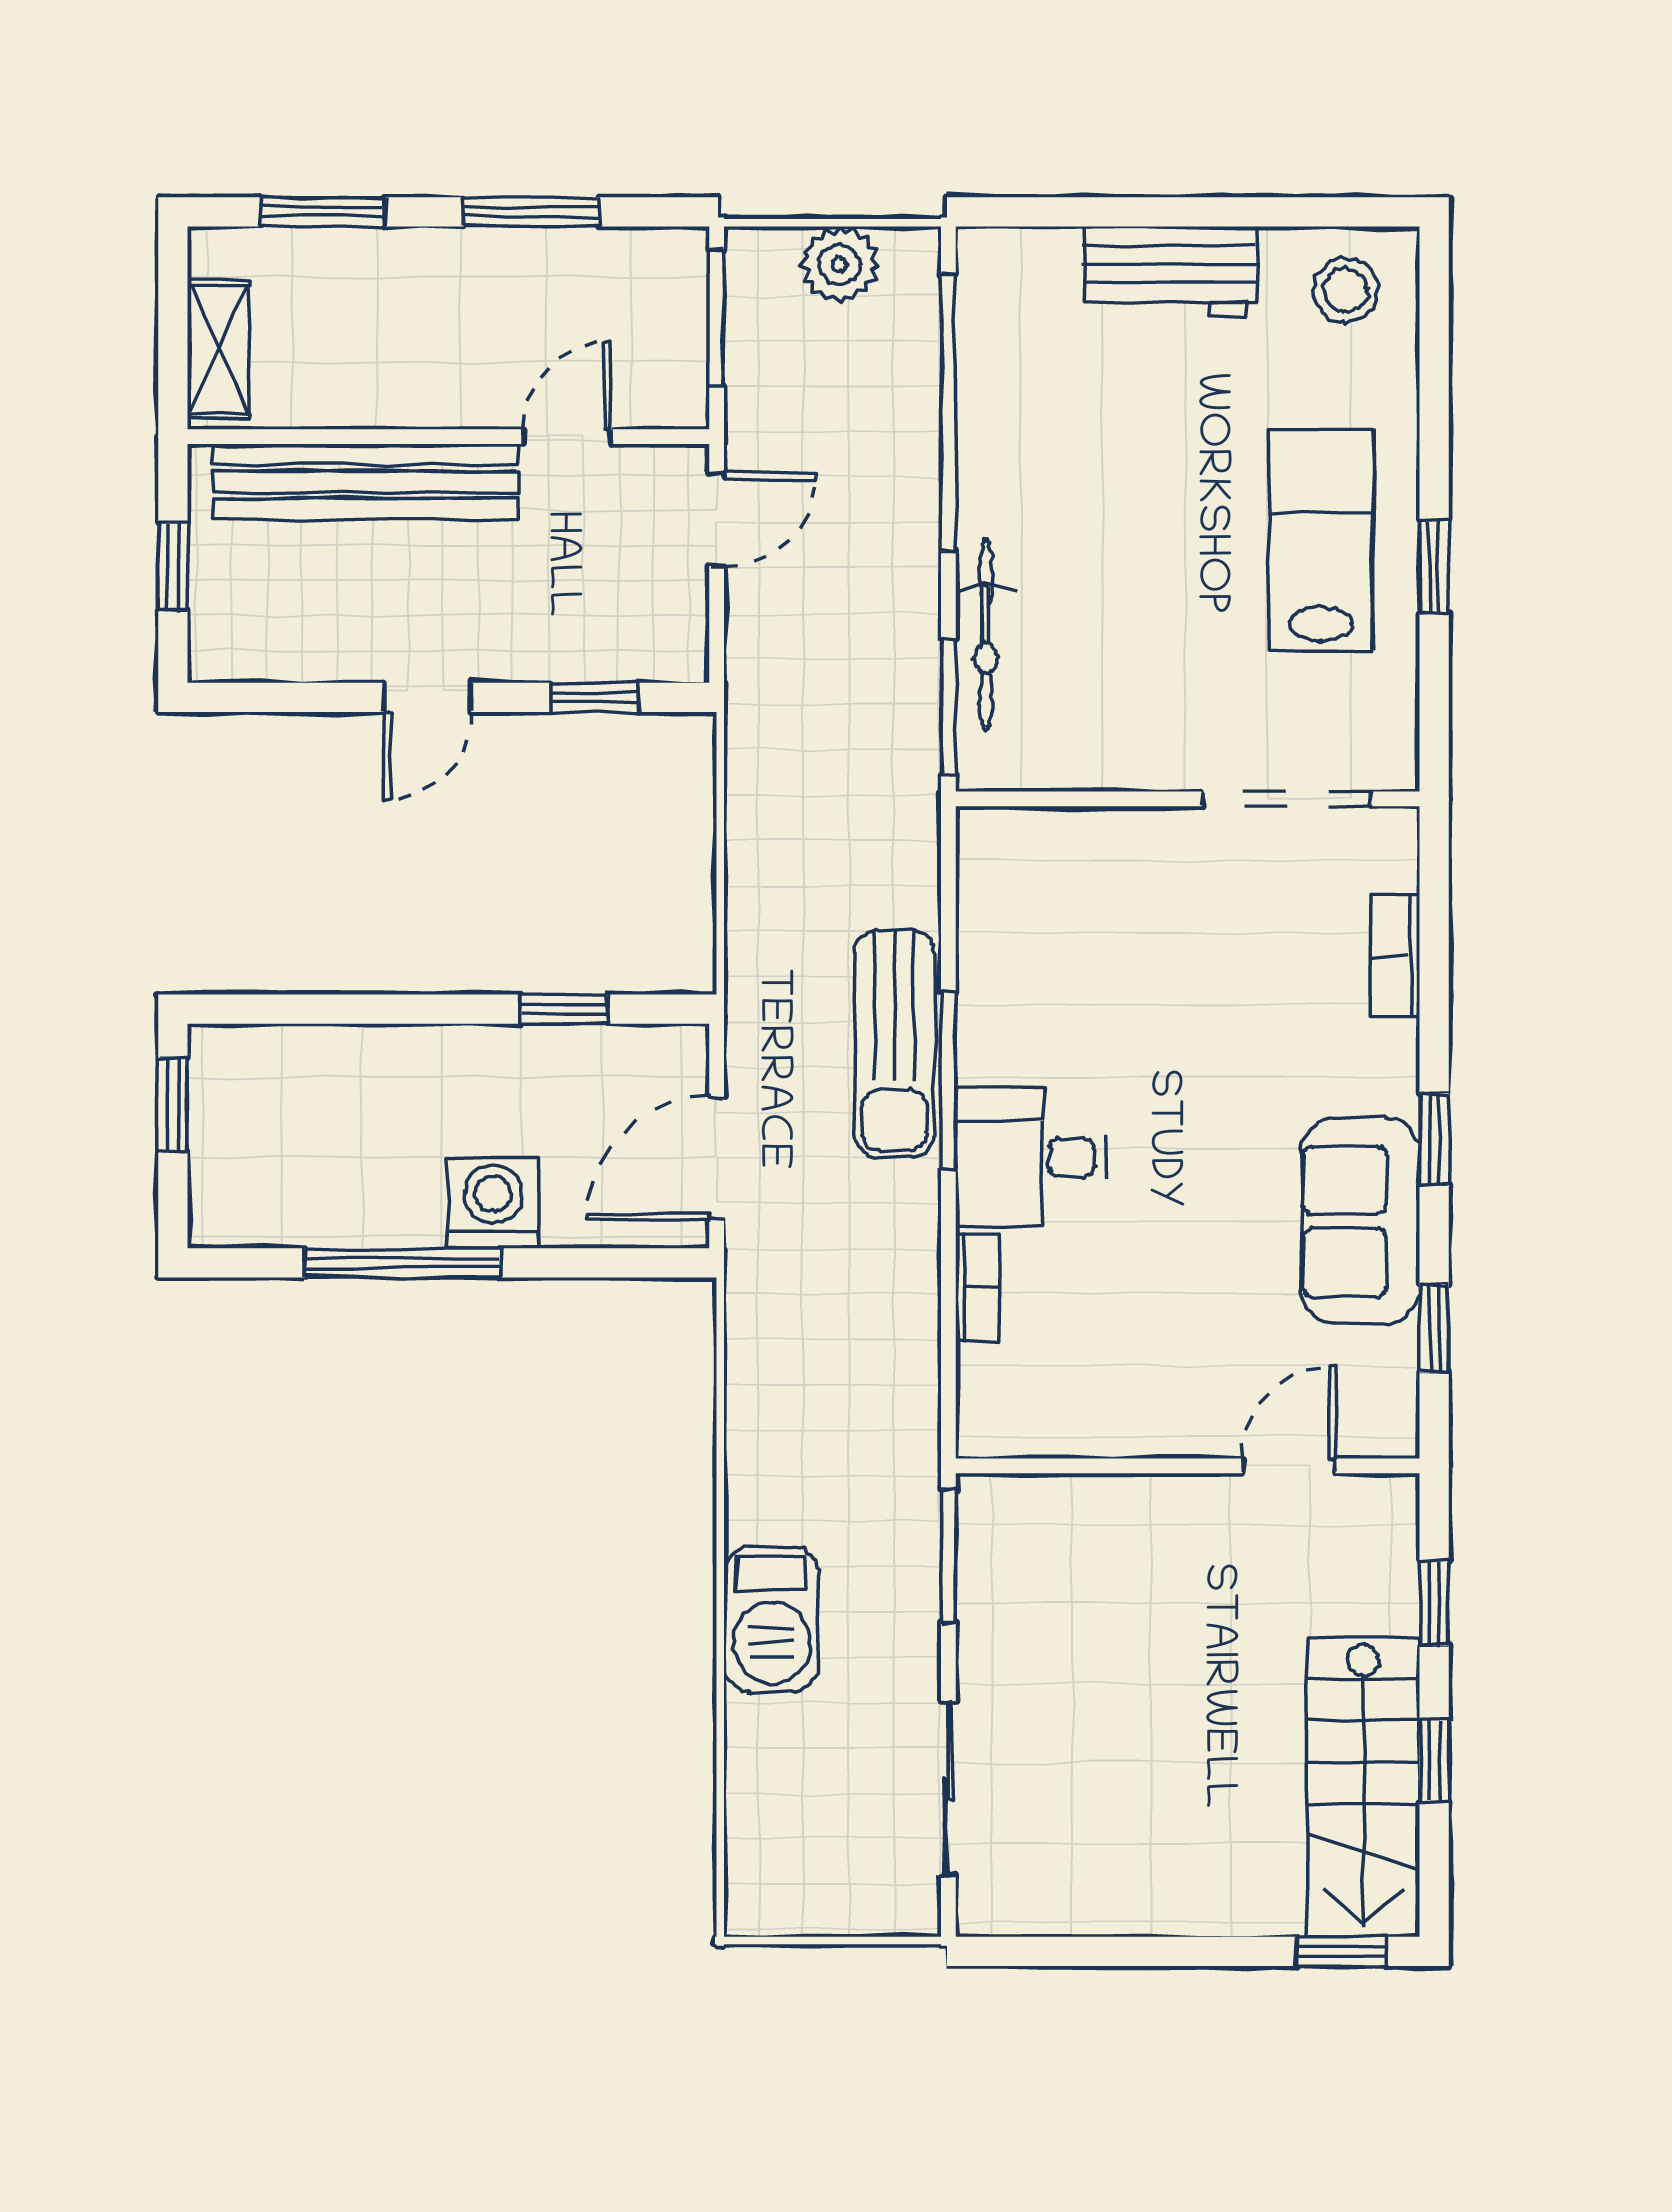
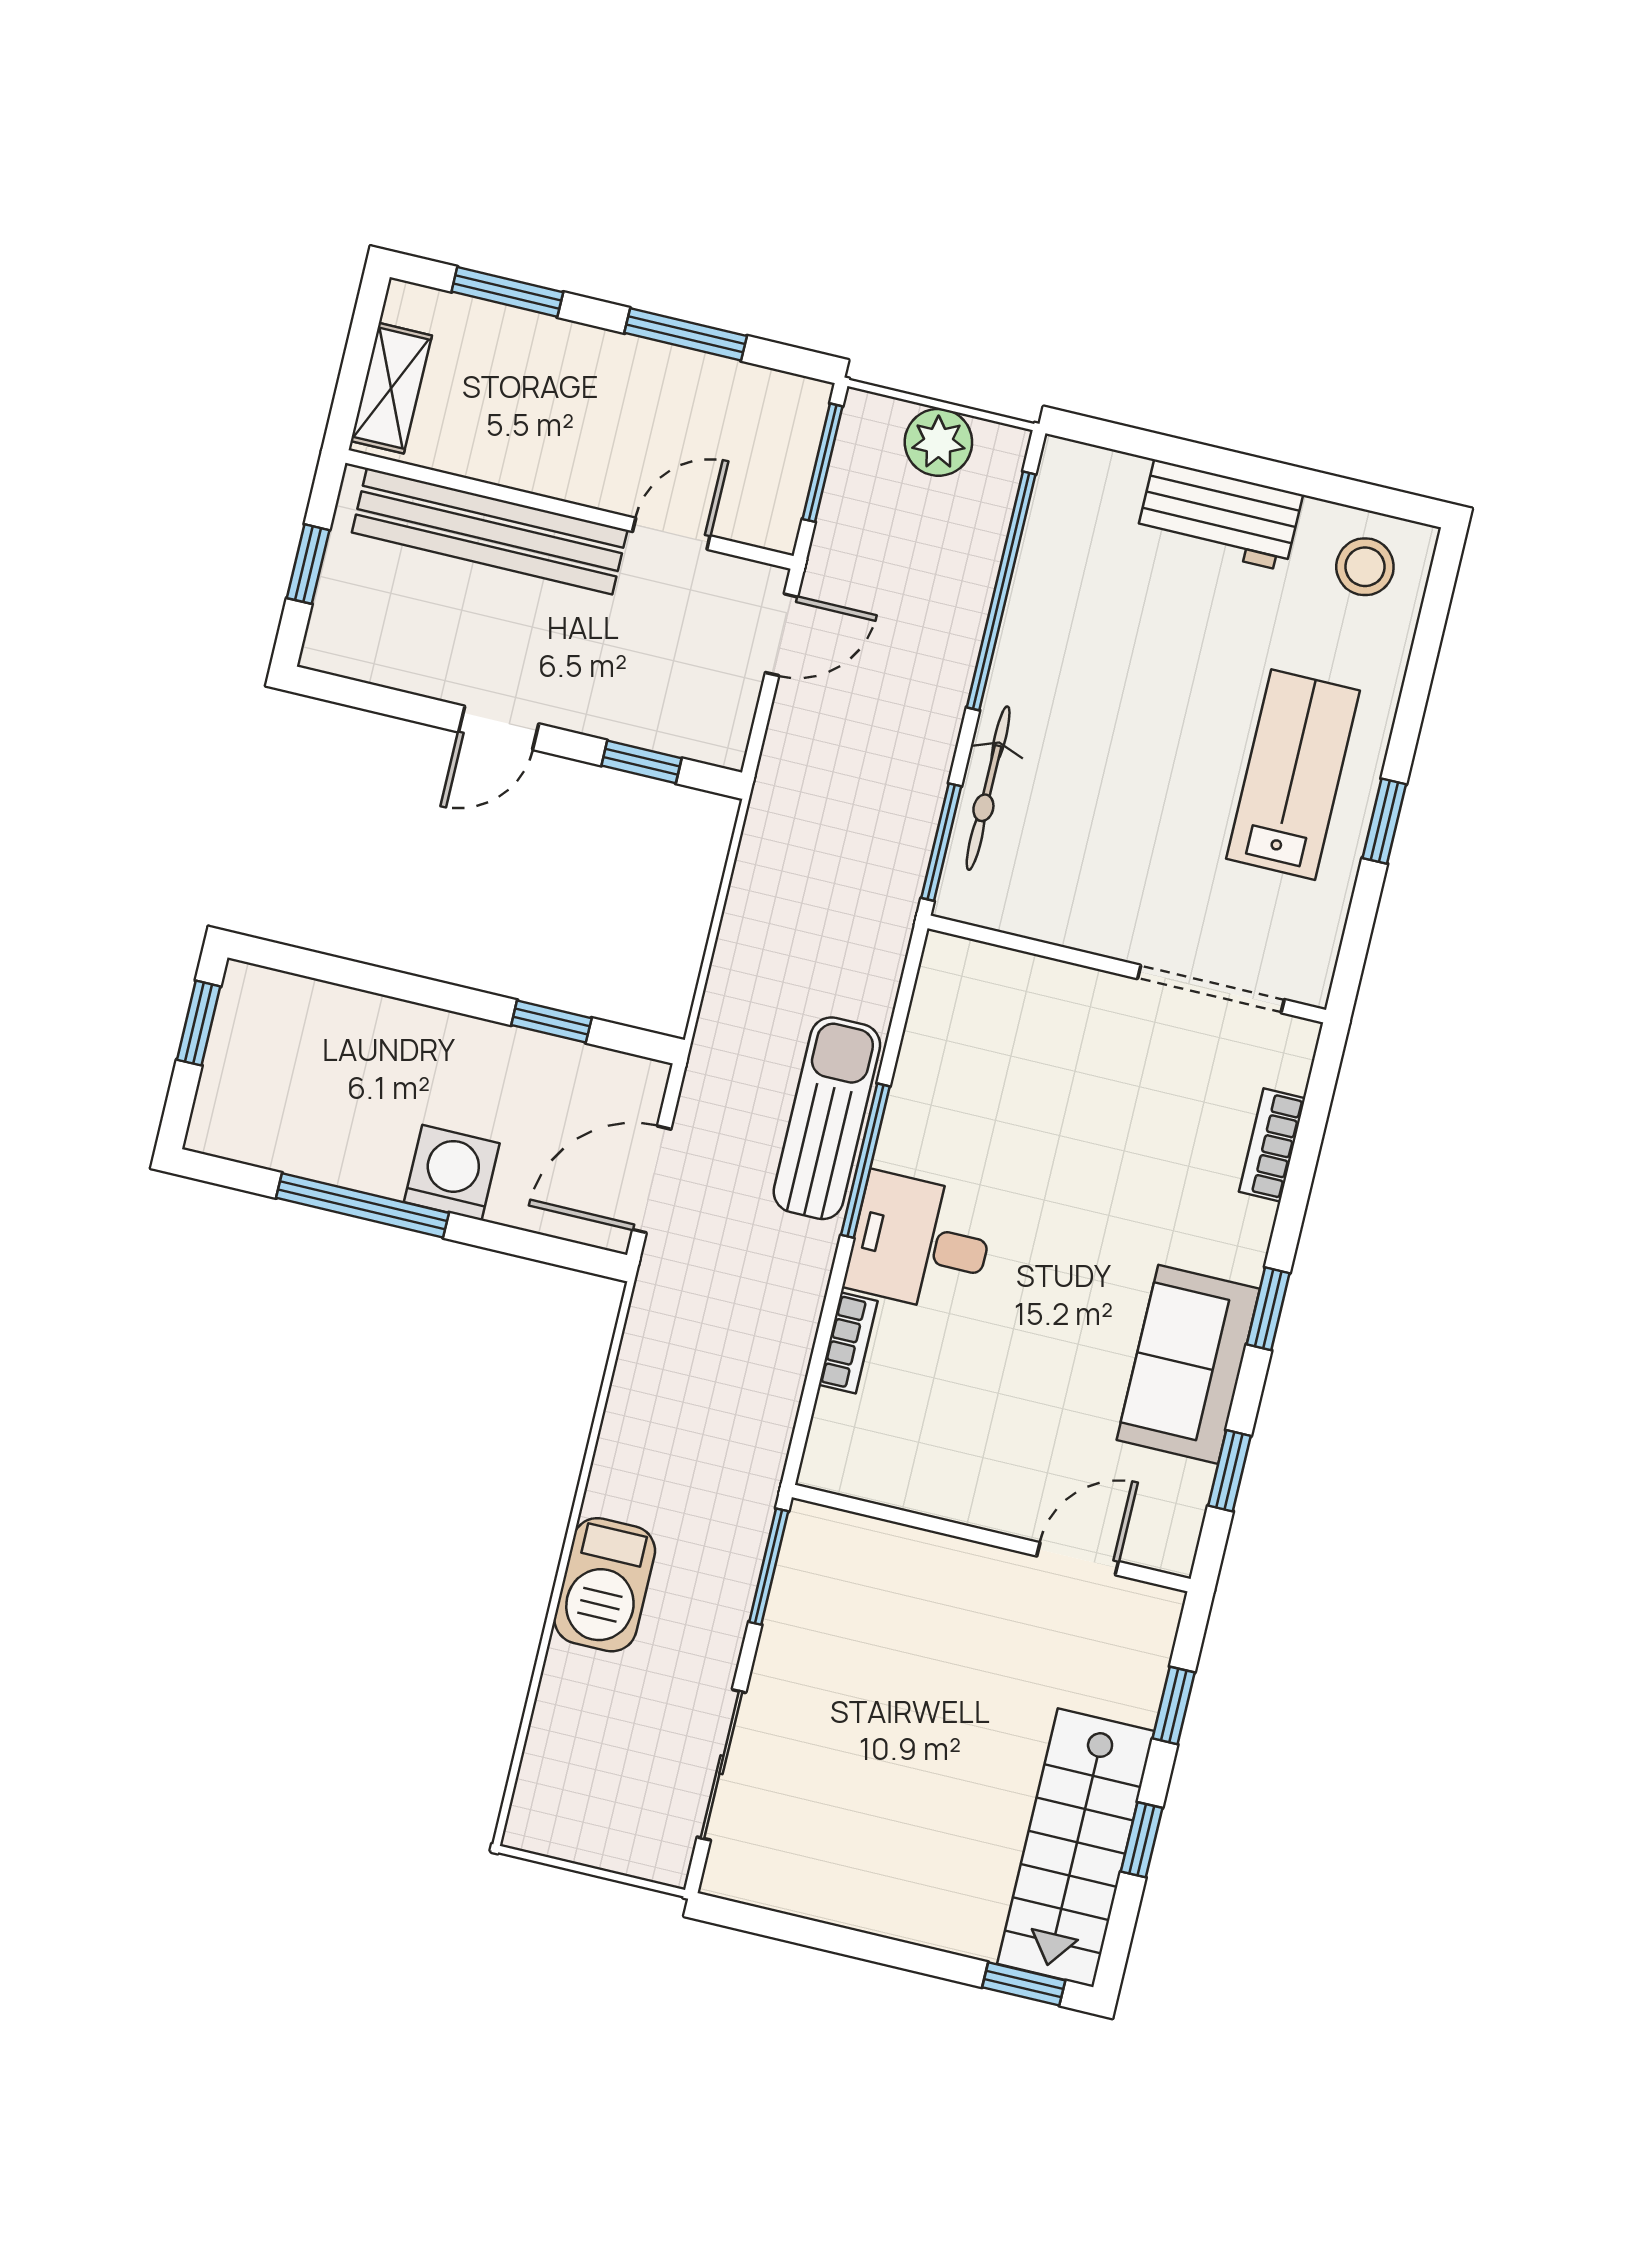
sun lounger: (895, 1044) -> (827, 1118), turned 180

